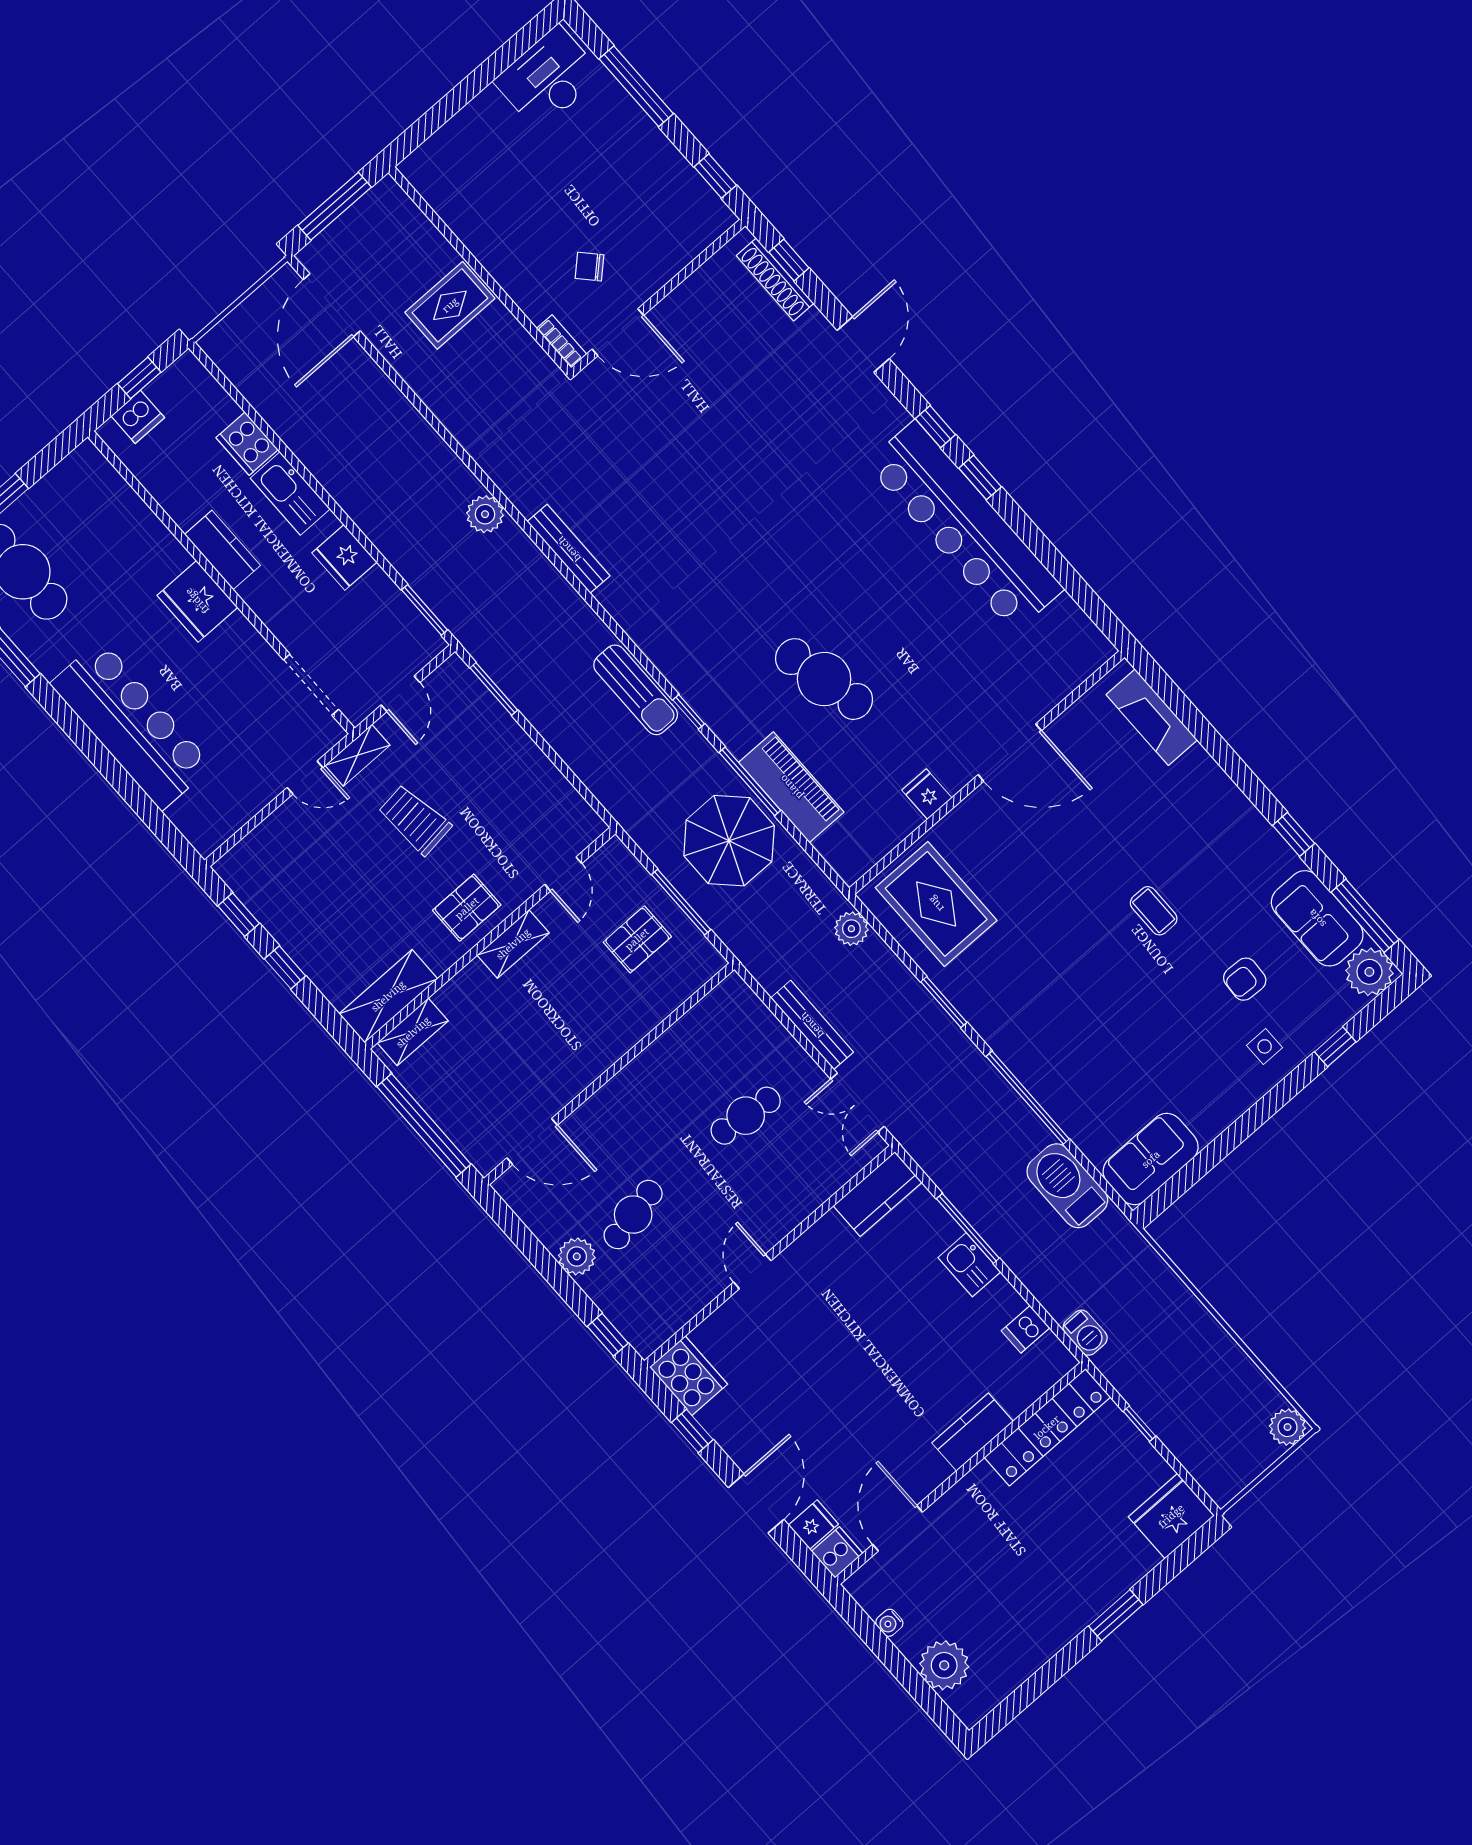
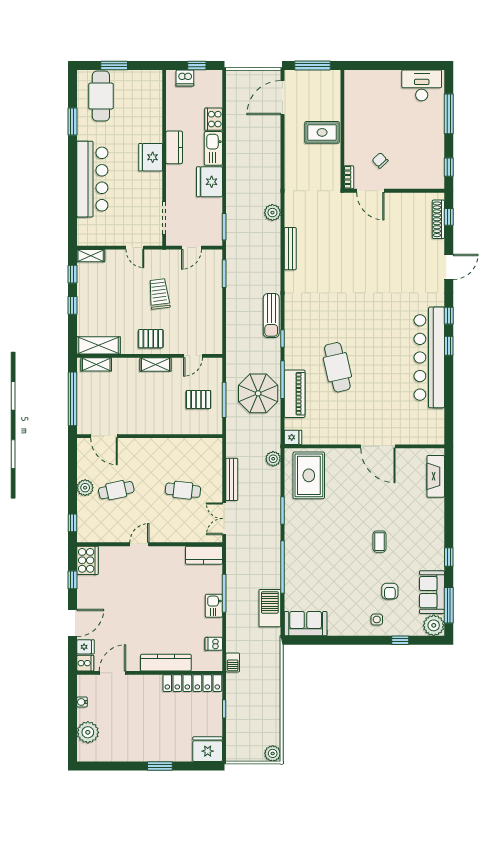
fridge: (344, 557) -> (209, 182), width x1.36, depth x1.34
shelving: (358, 755) -> (91, 256), moved
fridge: (927, 794) -> (293, 437), moved, turned 90
armchair: (1245, 979) -> (390, 591), turned -93
kitchen counter: (973, 1432) -> (166, 663), width x1.50

